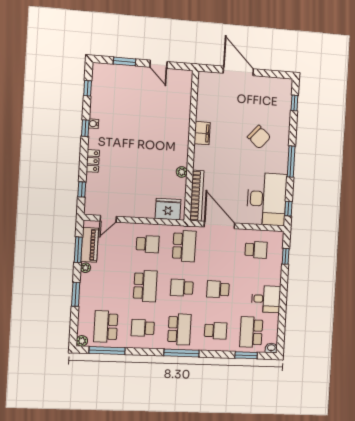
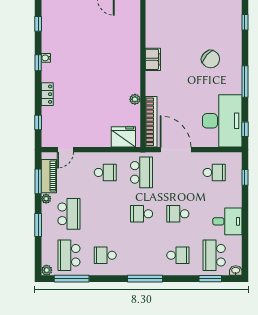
school desk: (145, 286) -> (69, 214), moved
school desk: (179, 329) -> (142, 255), removed

